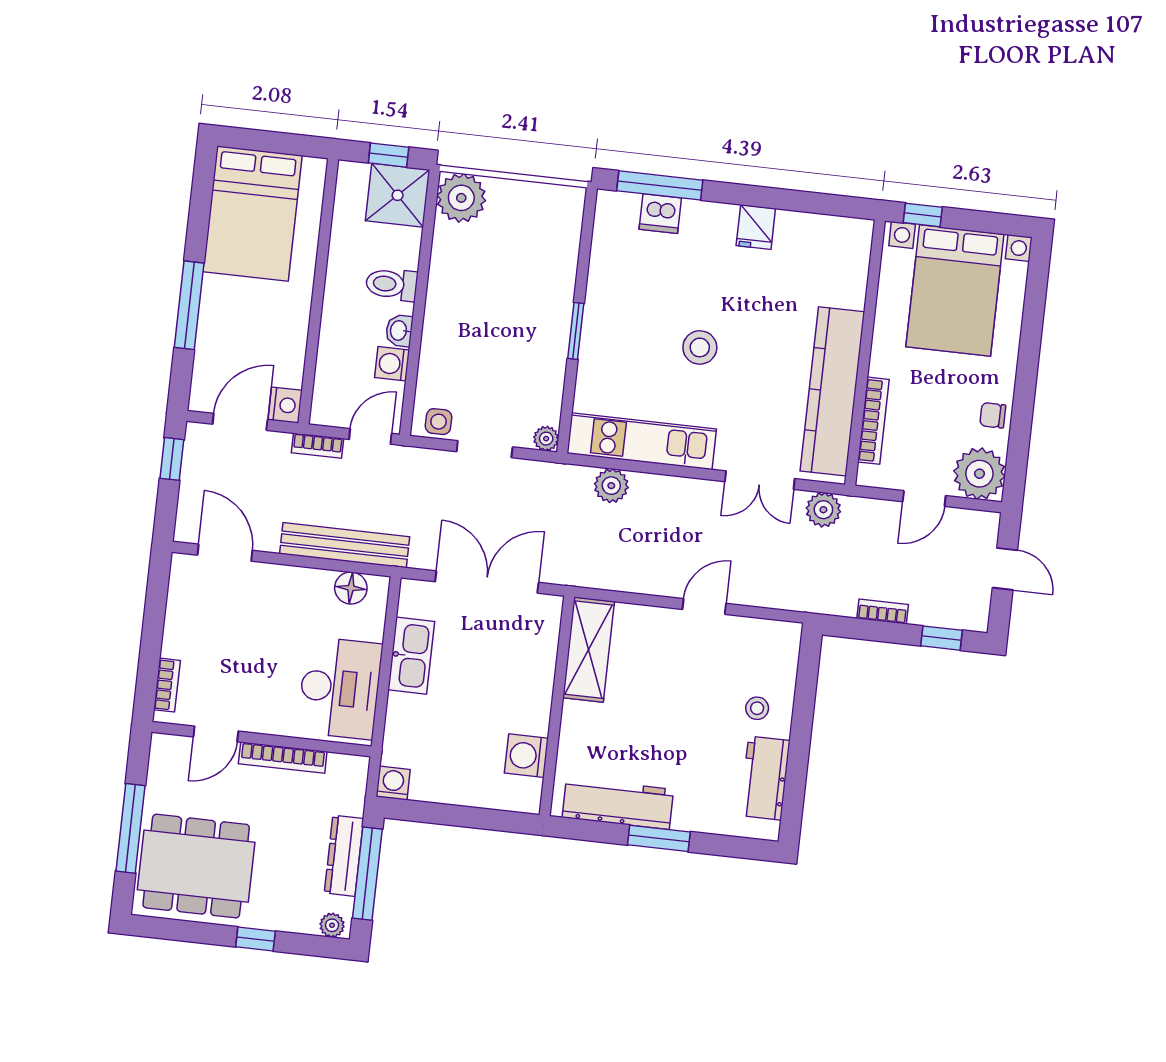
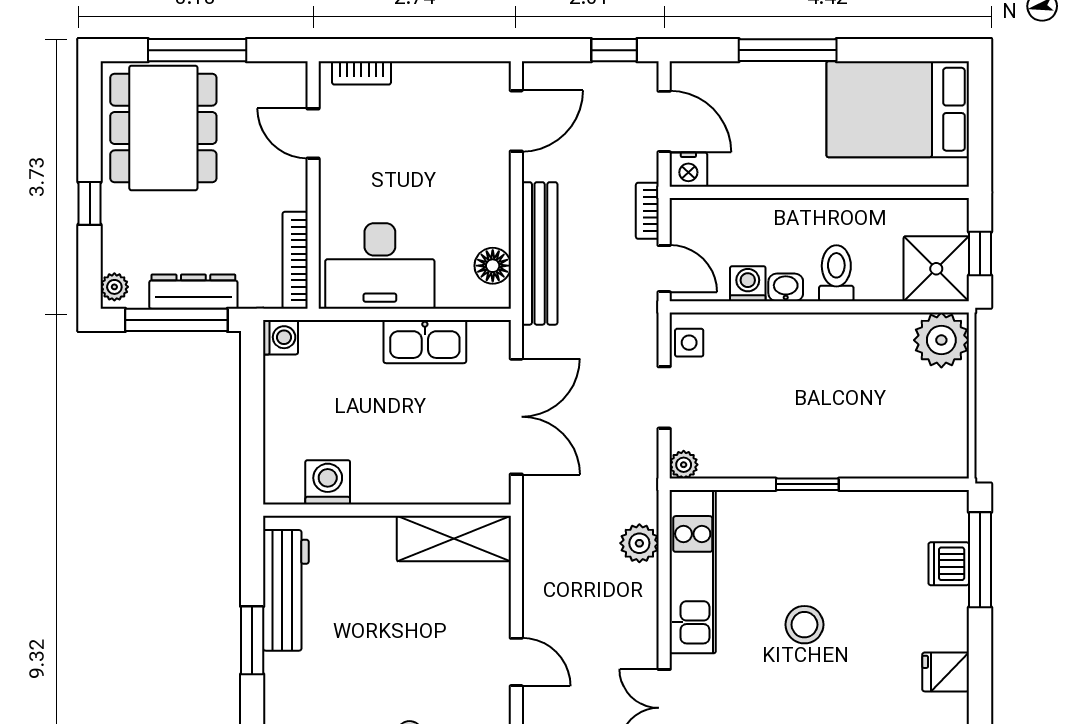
bookcase: (283, 758) -> (295, 260), moved

